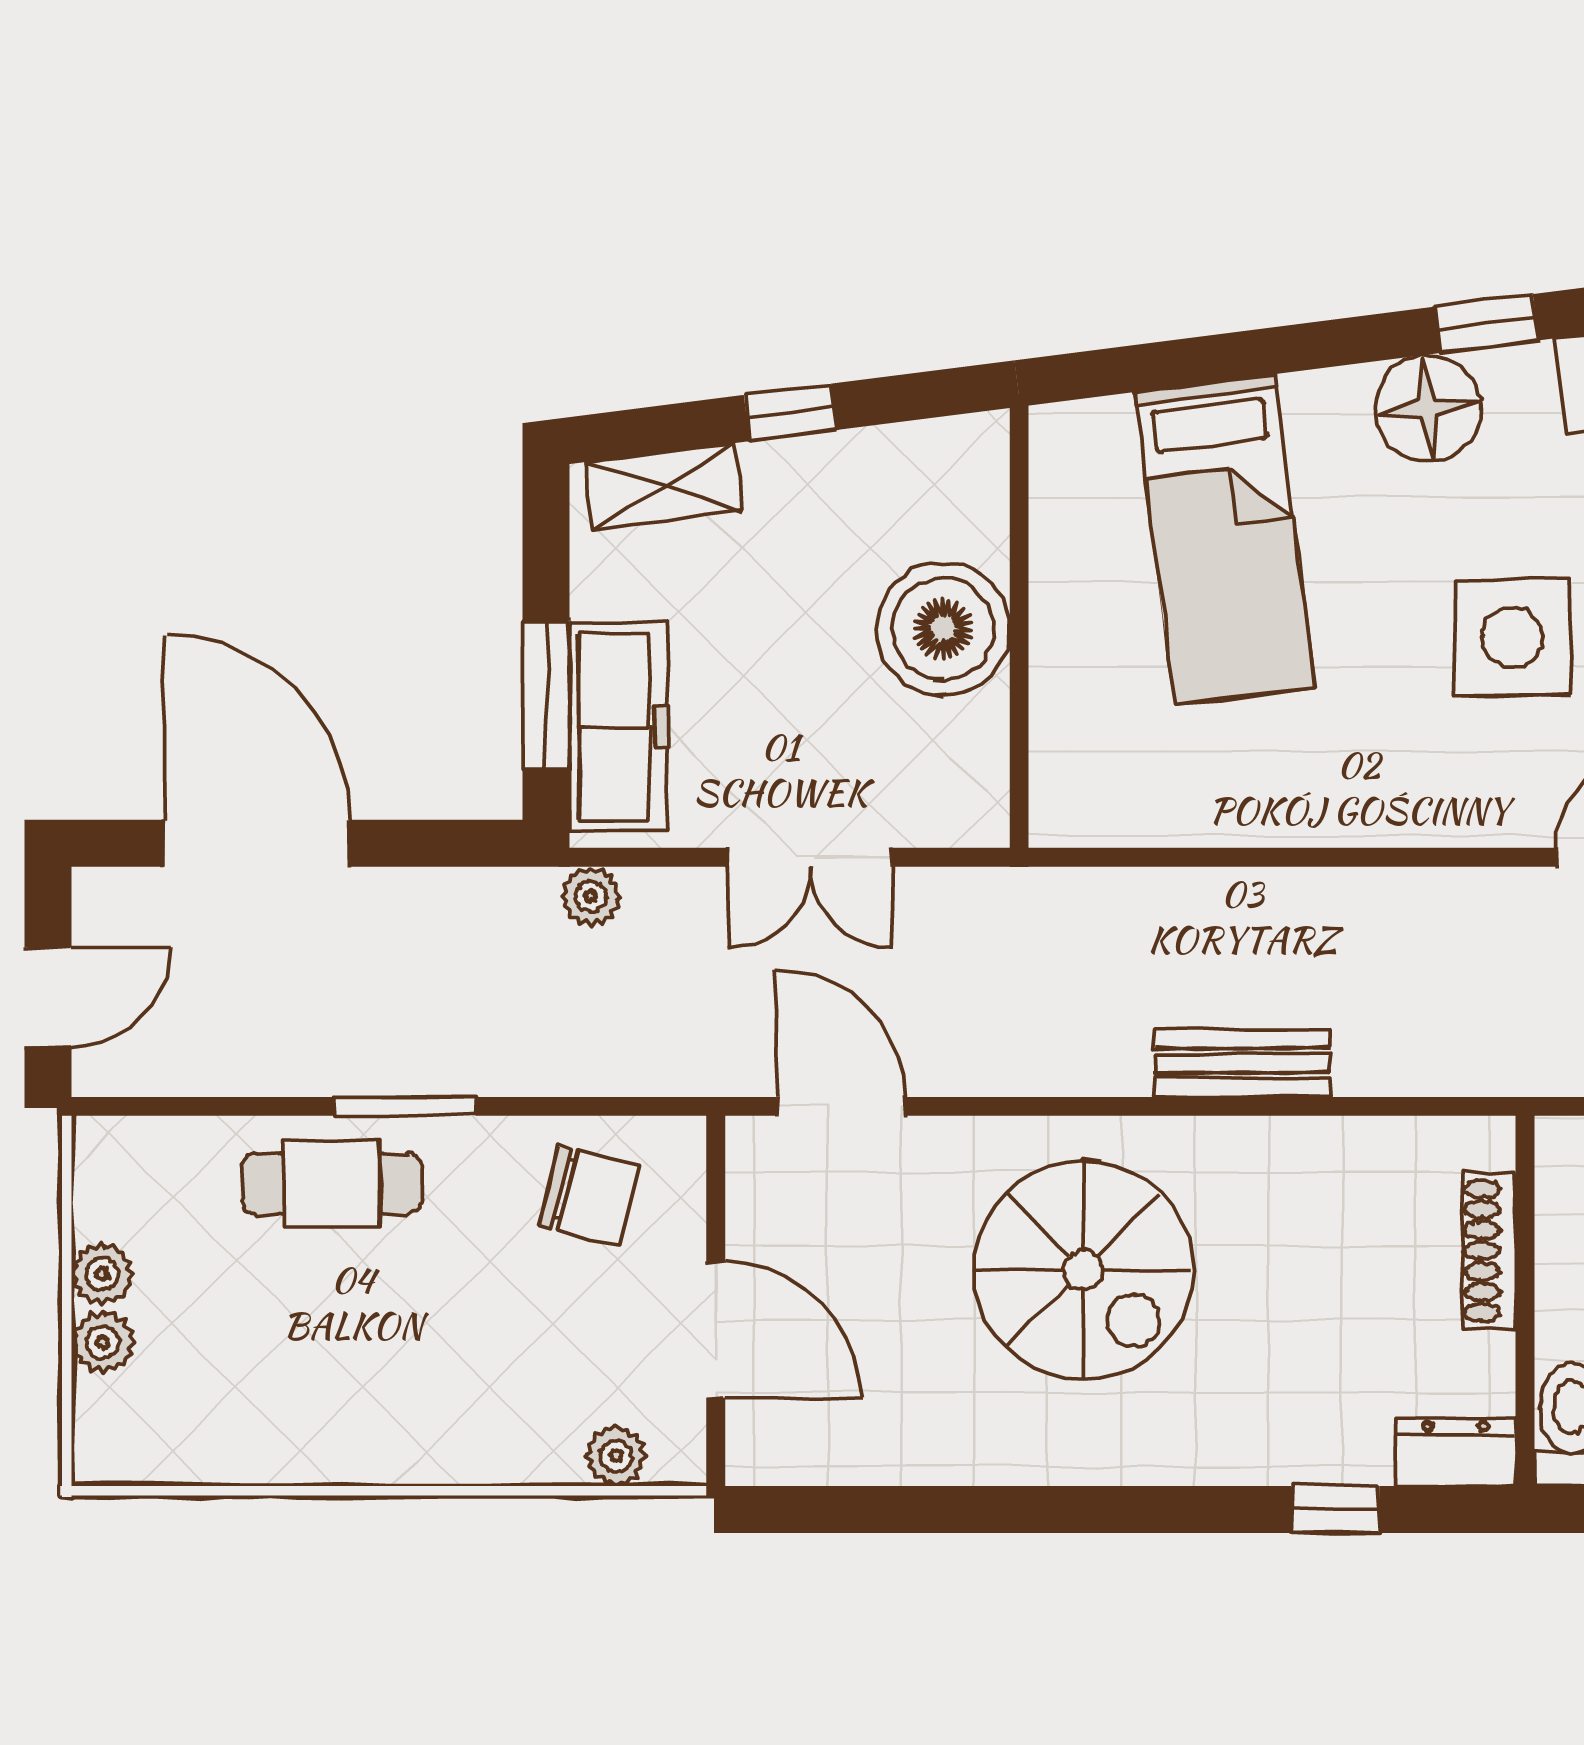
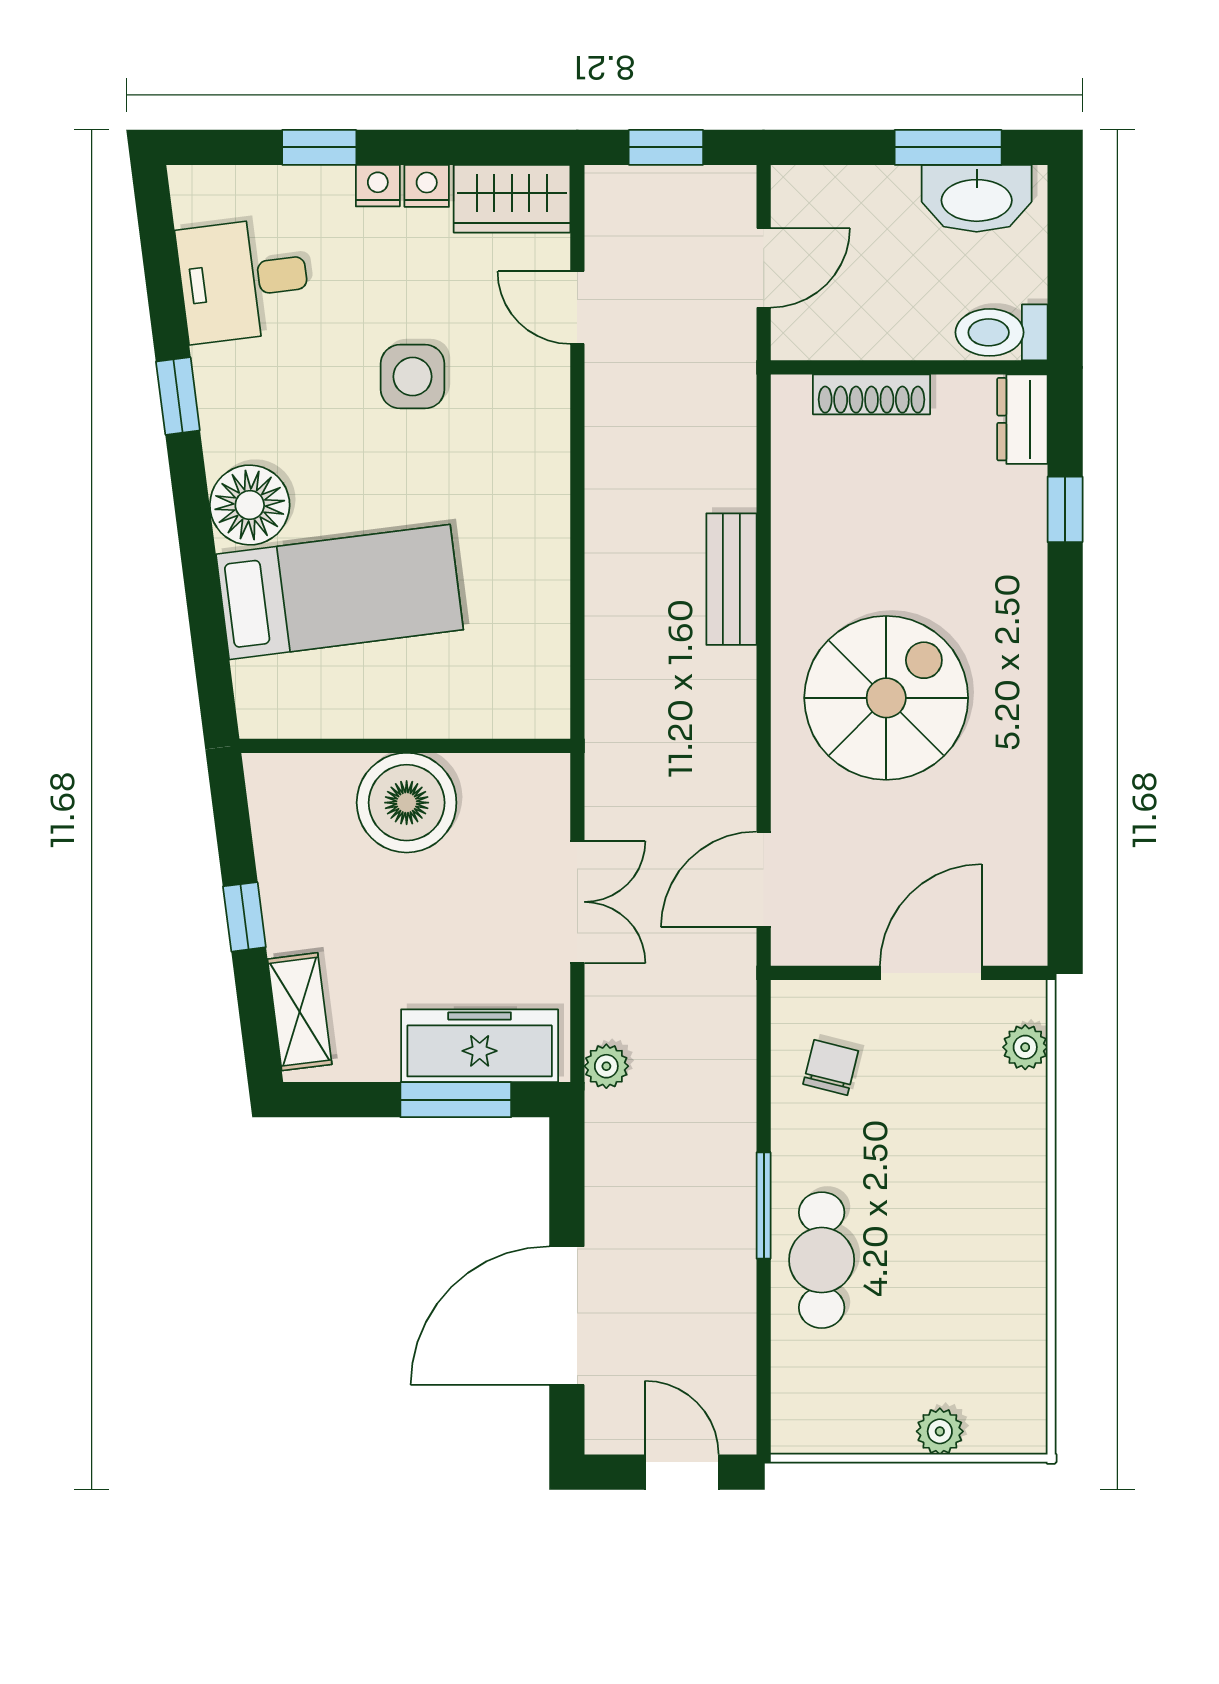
floor lamp: (1428, 408) -> (250, 505), moved
side table: (1513, 637) -> (413, 377), width x0.73, depth x0.73
chair: (589, 1196) -> (831, 1068), width x0.73, depth x0.73
plant: (102, 1274) -> (889, 1432), removed

